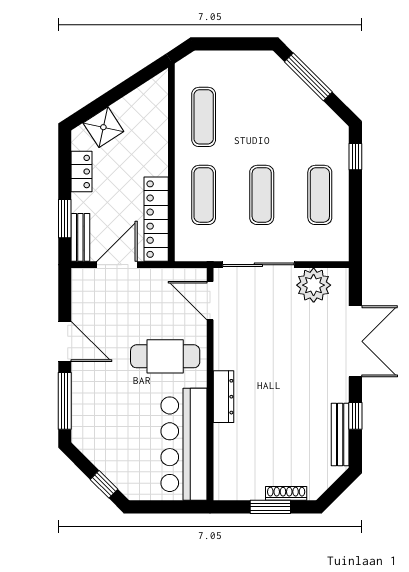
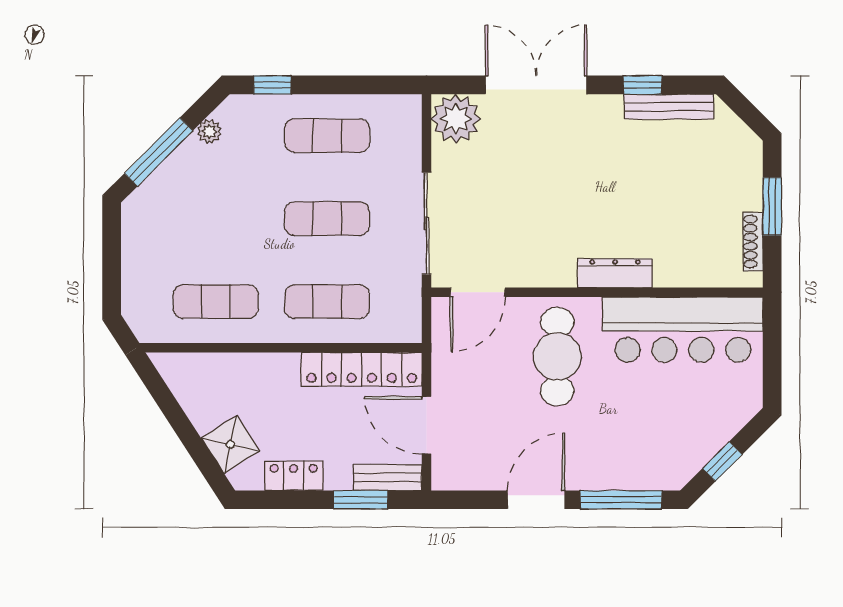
plant: (323, 112) -> (209, 131), added
plant: (314, 285) -> (456, 119), moved
window: (104, 484) -> (722, 462), moved
shoe rack: (286, 493) -> (753, 242), moved

